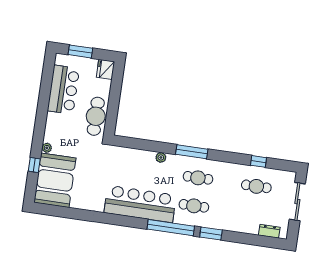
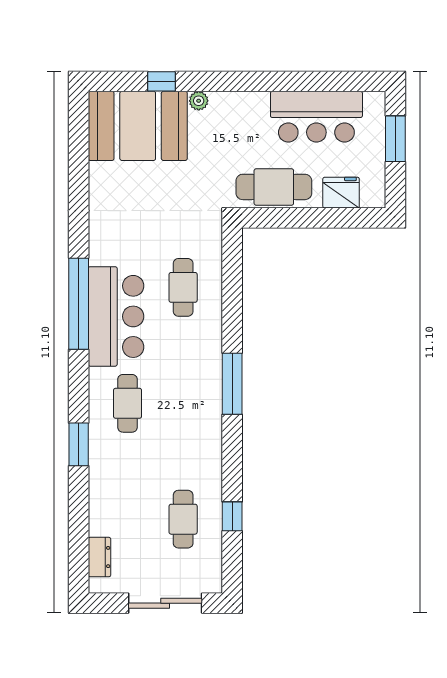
fridge: (105, 69) -> (341, 193), moved
plant: (161, 157) -> (212, 325), removed
cafe table: (198, 178) -> (183, 287), moved
bar counter: (140, 204) -> (116, 316), width x0.73
window: (171, 228) -> (79, 304), moved

